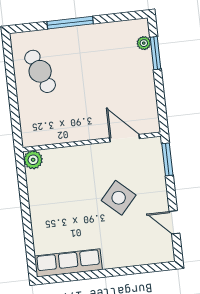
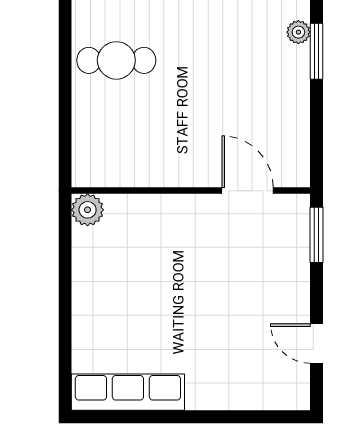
cafe table: (40, 71) -> (116, 60), turned -68
side table: (119, 198) -> (226, 291), removed

